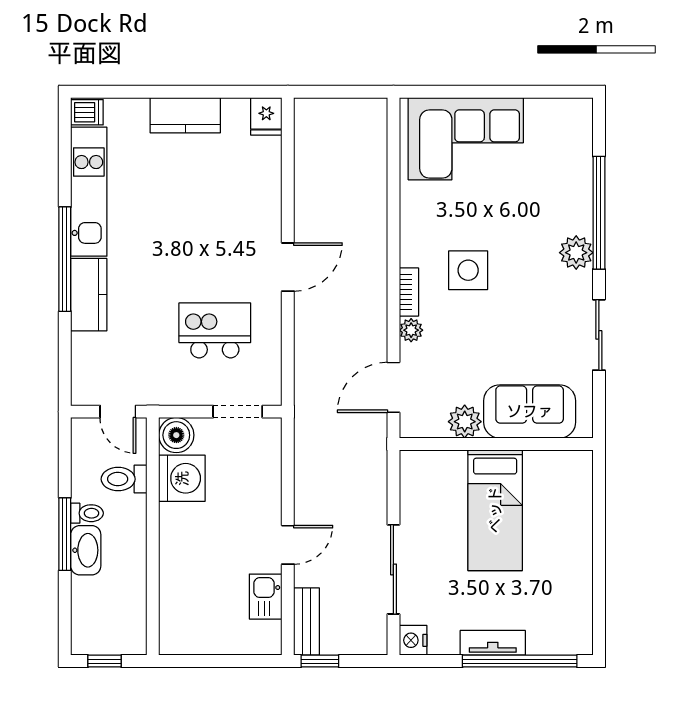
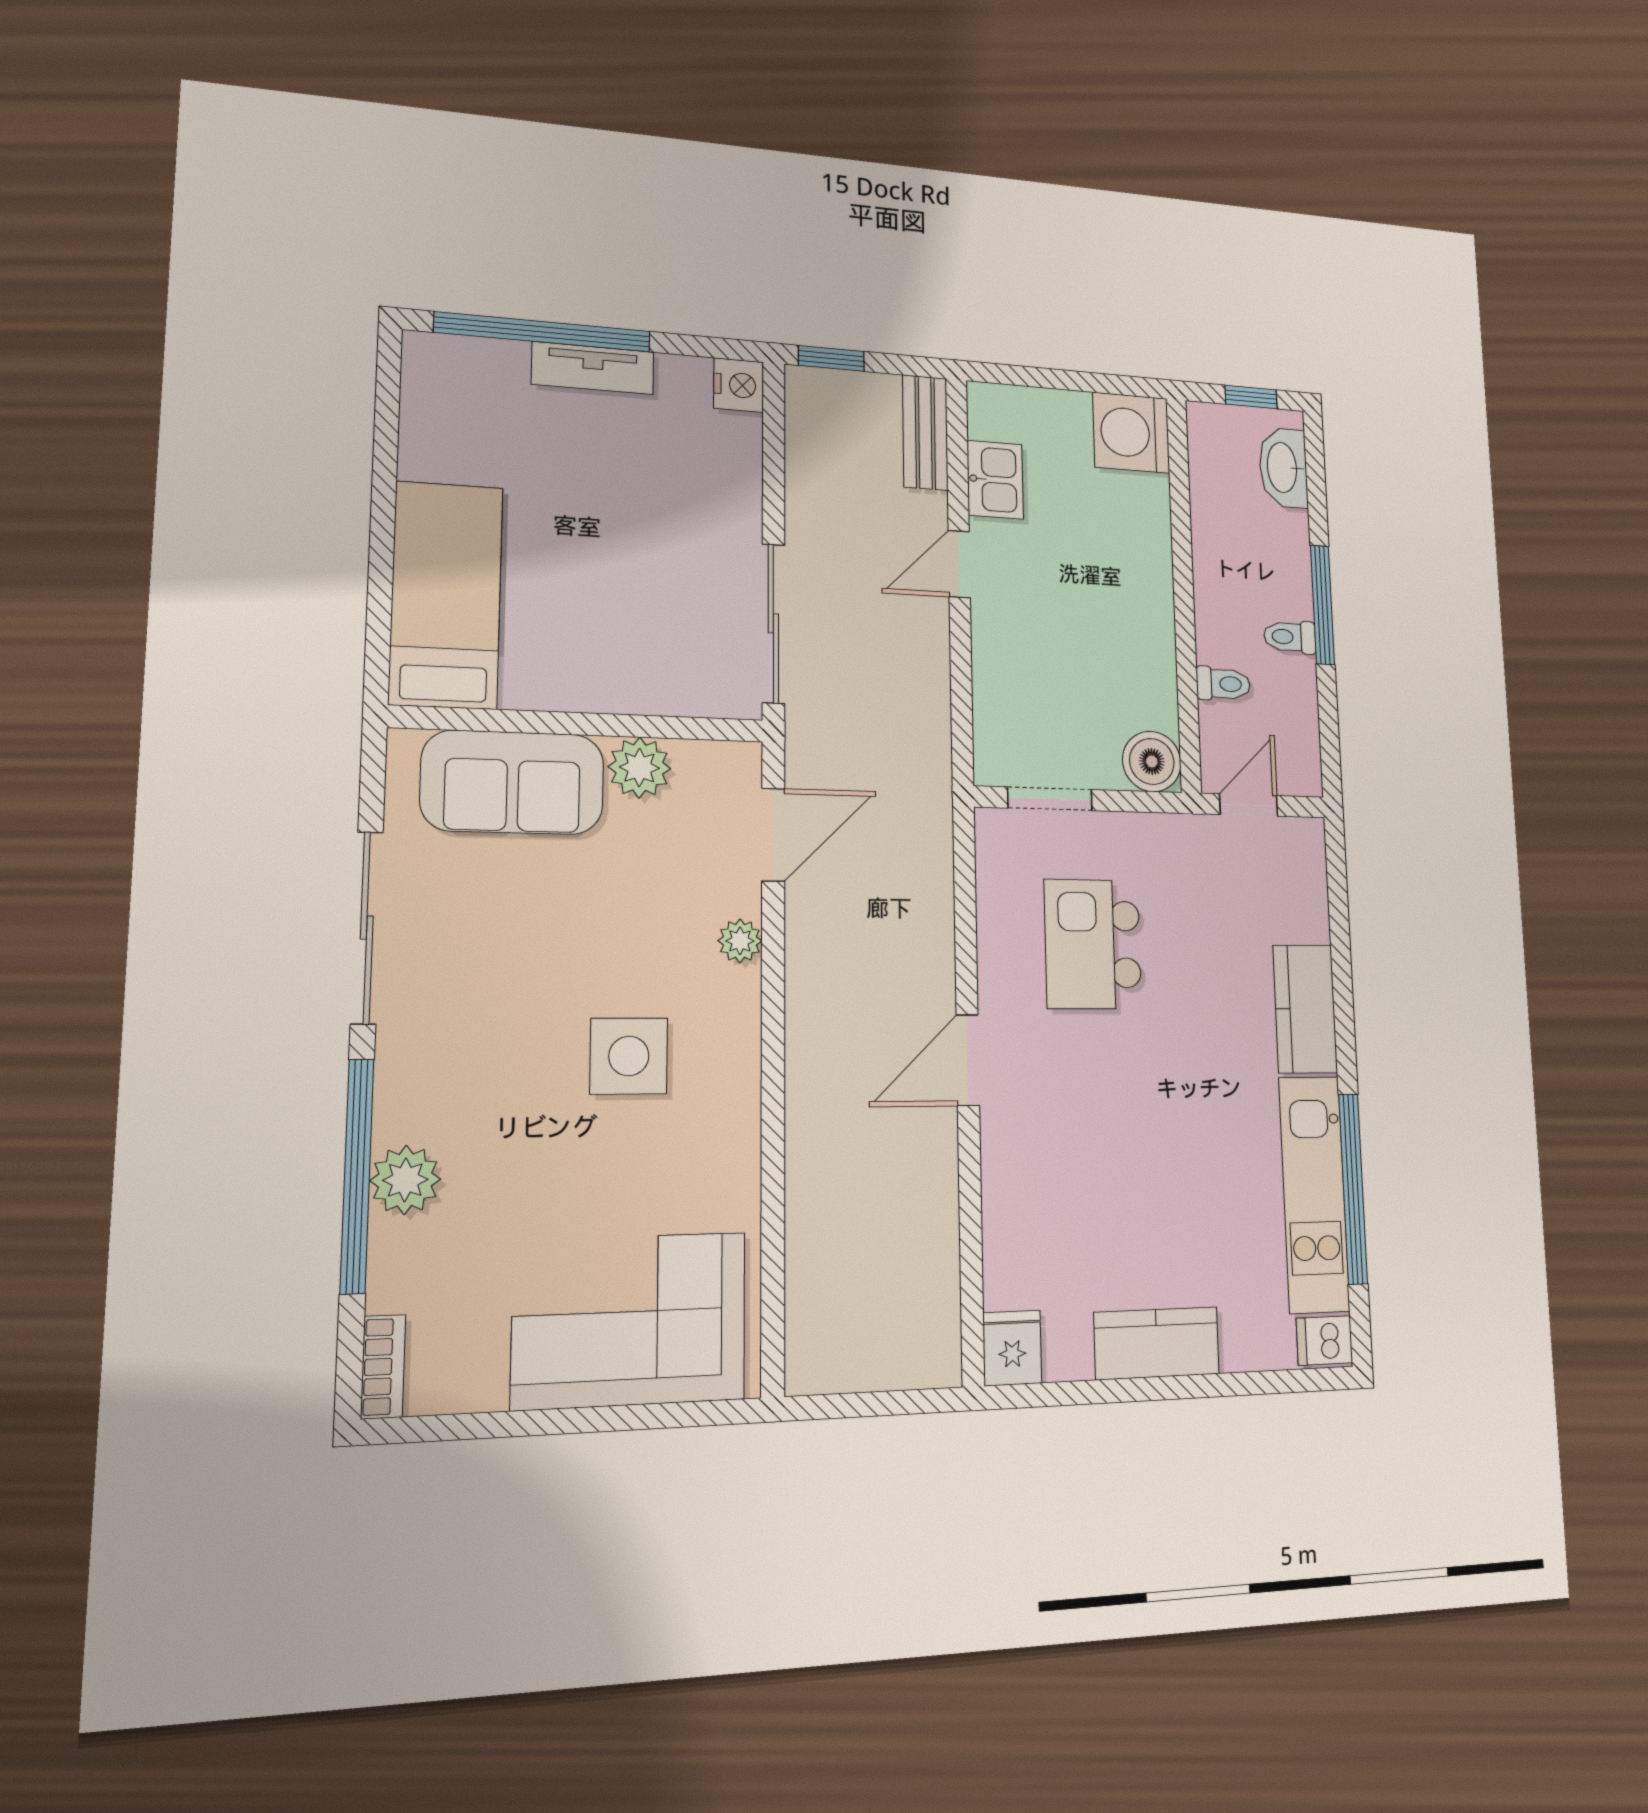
plant: (576, 253) -> (405, 1180), moved
window: (65, 259) -> (1353, 1189), moved
bookcase: (409, 292) -> (383, 1367), moved, turned 180
kitchen island: (215, 330) -> (1093, 944), turned 90
sliding door: (599, 335) -> (367, 928), width x1.37
door: (118, 412) -> (1249, 805), hinge flipped
washing machine: (182, 478) -> (1131, 433), moved
toilet: (124, 479) -> (1223, 684), width x0.73, depth x0.72
bed: (495, 510) -> (446, 595), moved
washbasin: (86, 550) -> (1283, 468), moved
sliding door: (393, 569) -> (773, 623), moved
window: (320, 661) -> (831, 358), moved

